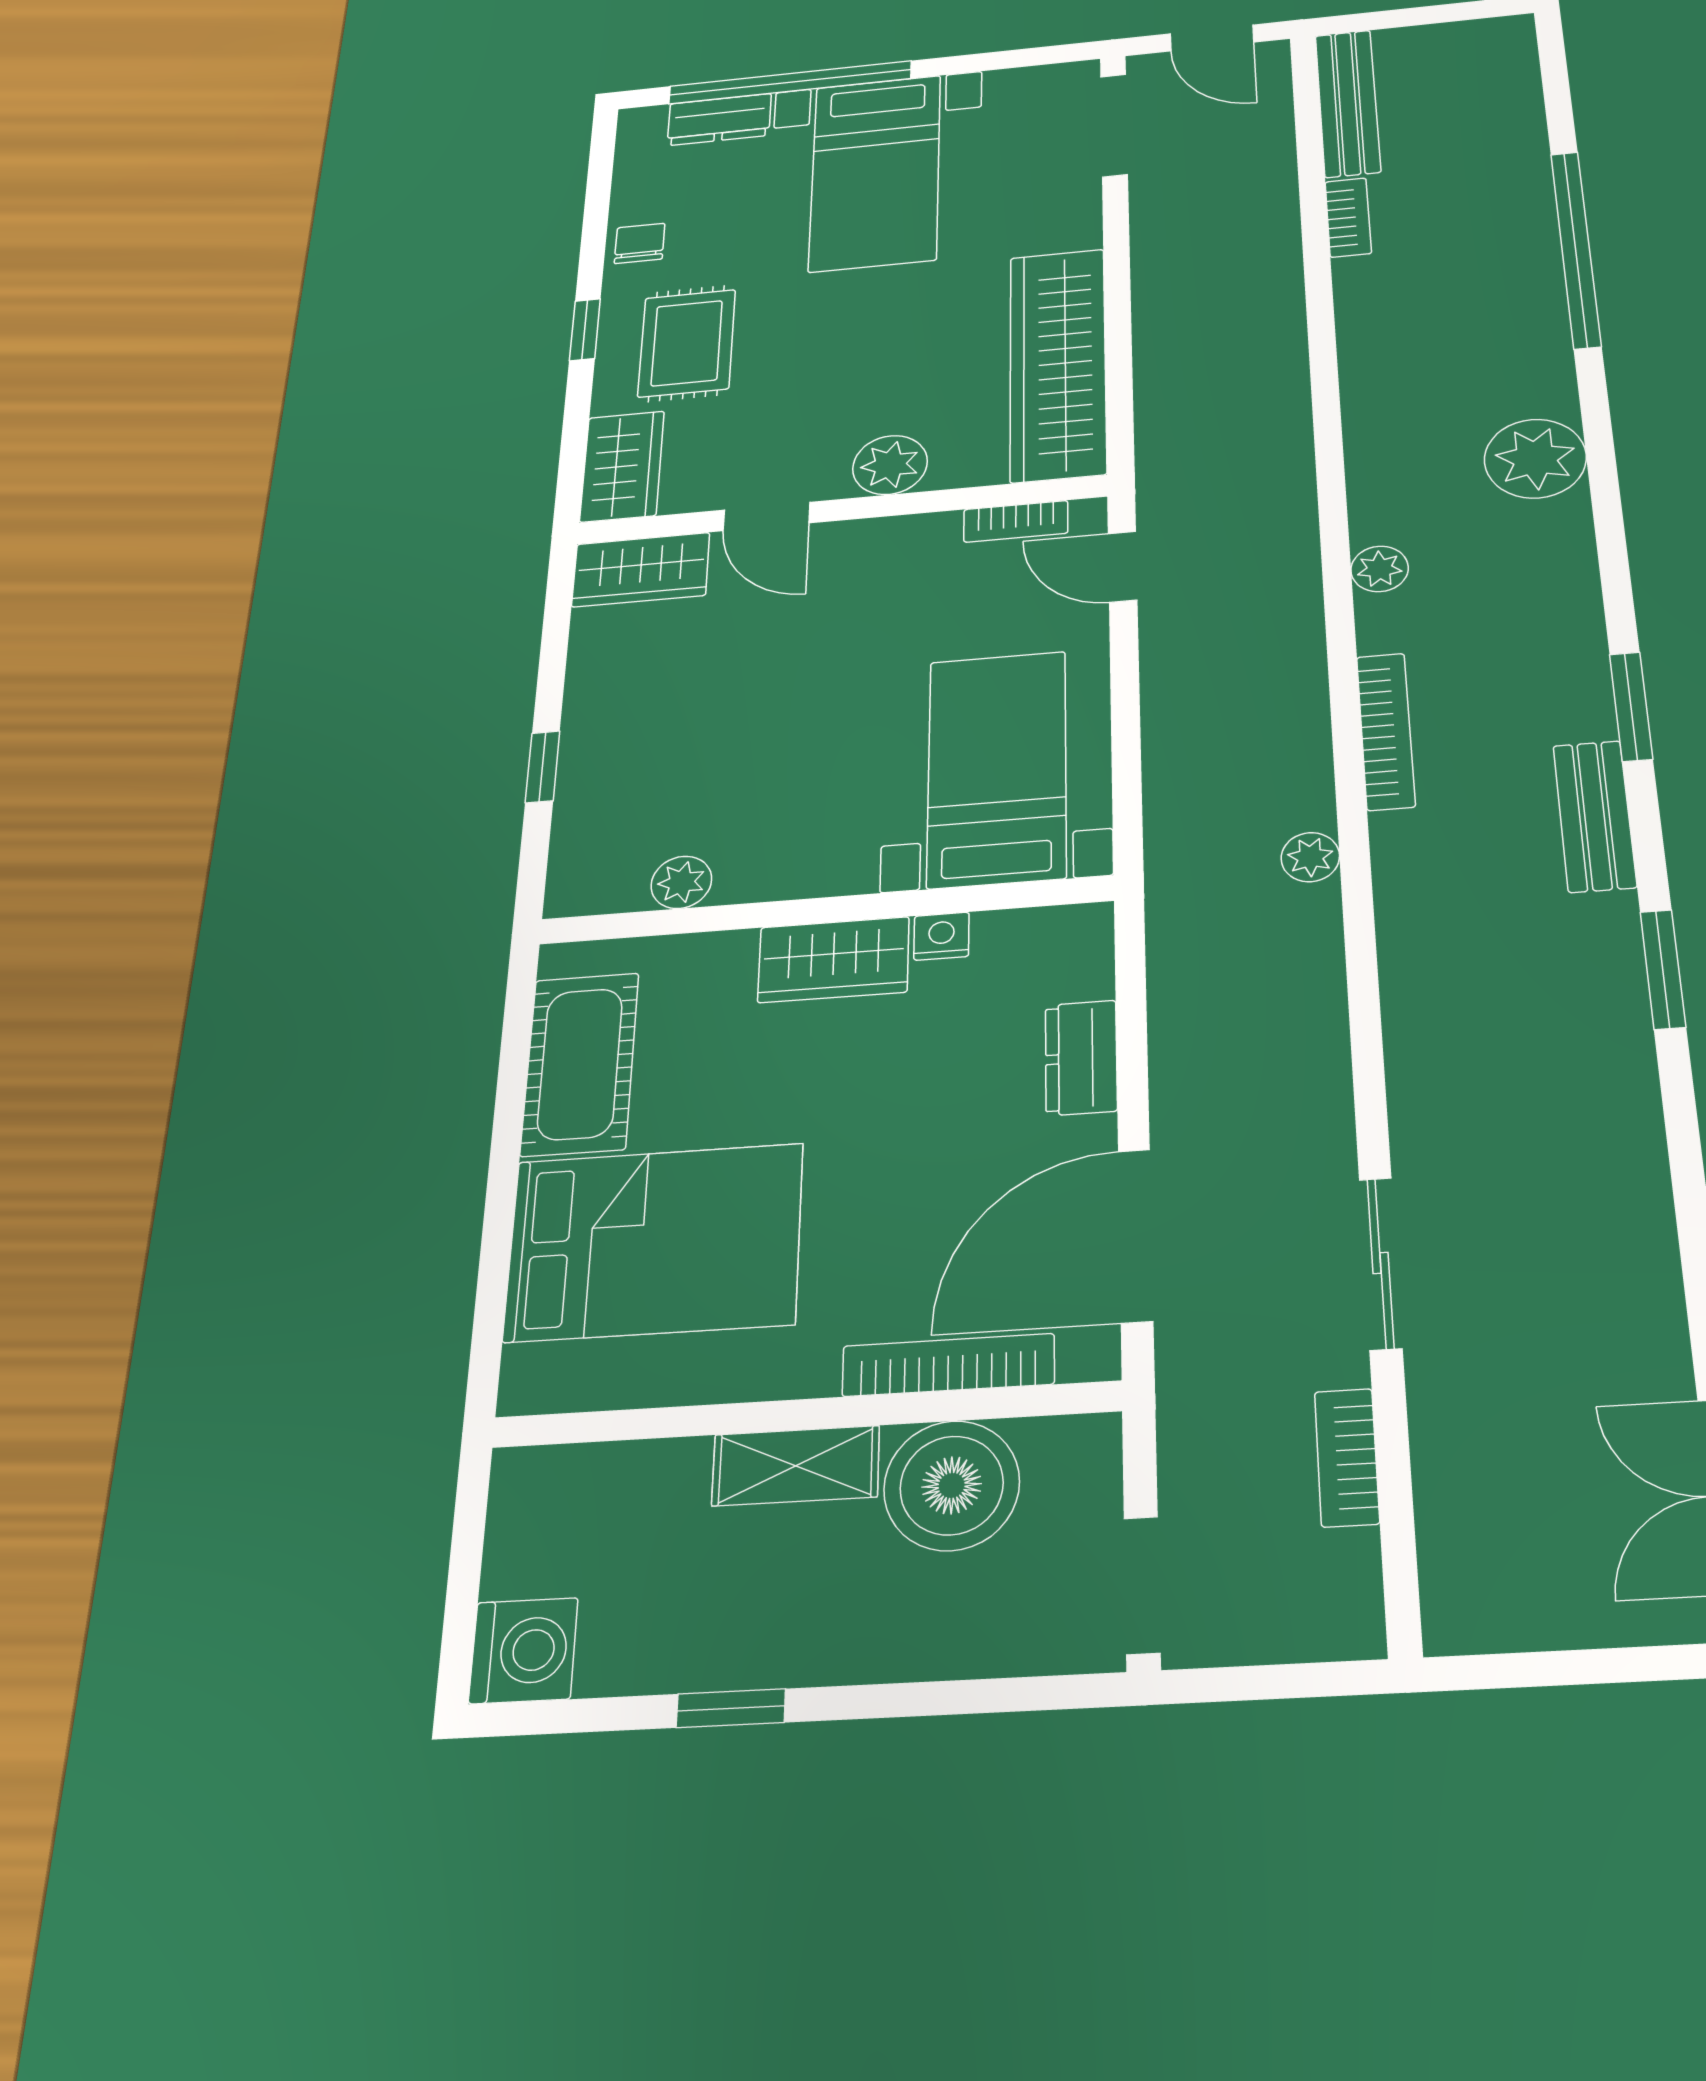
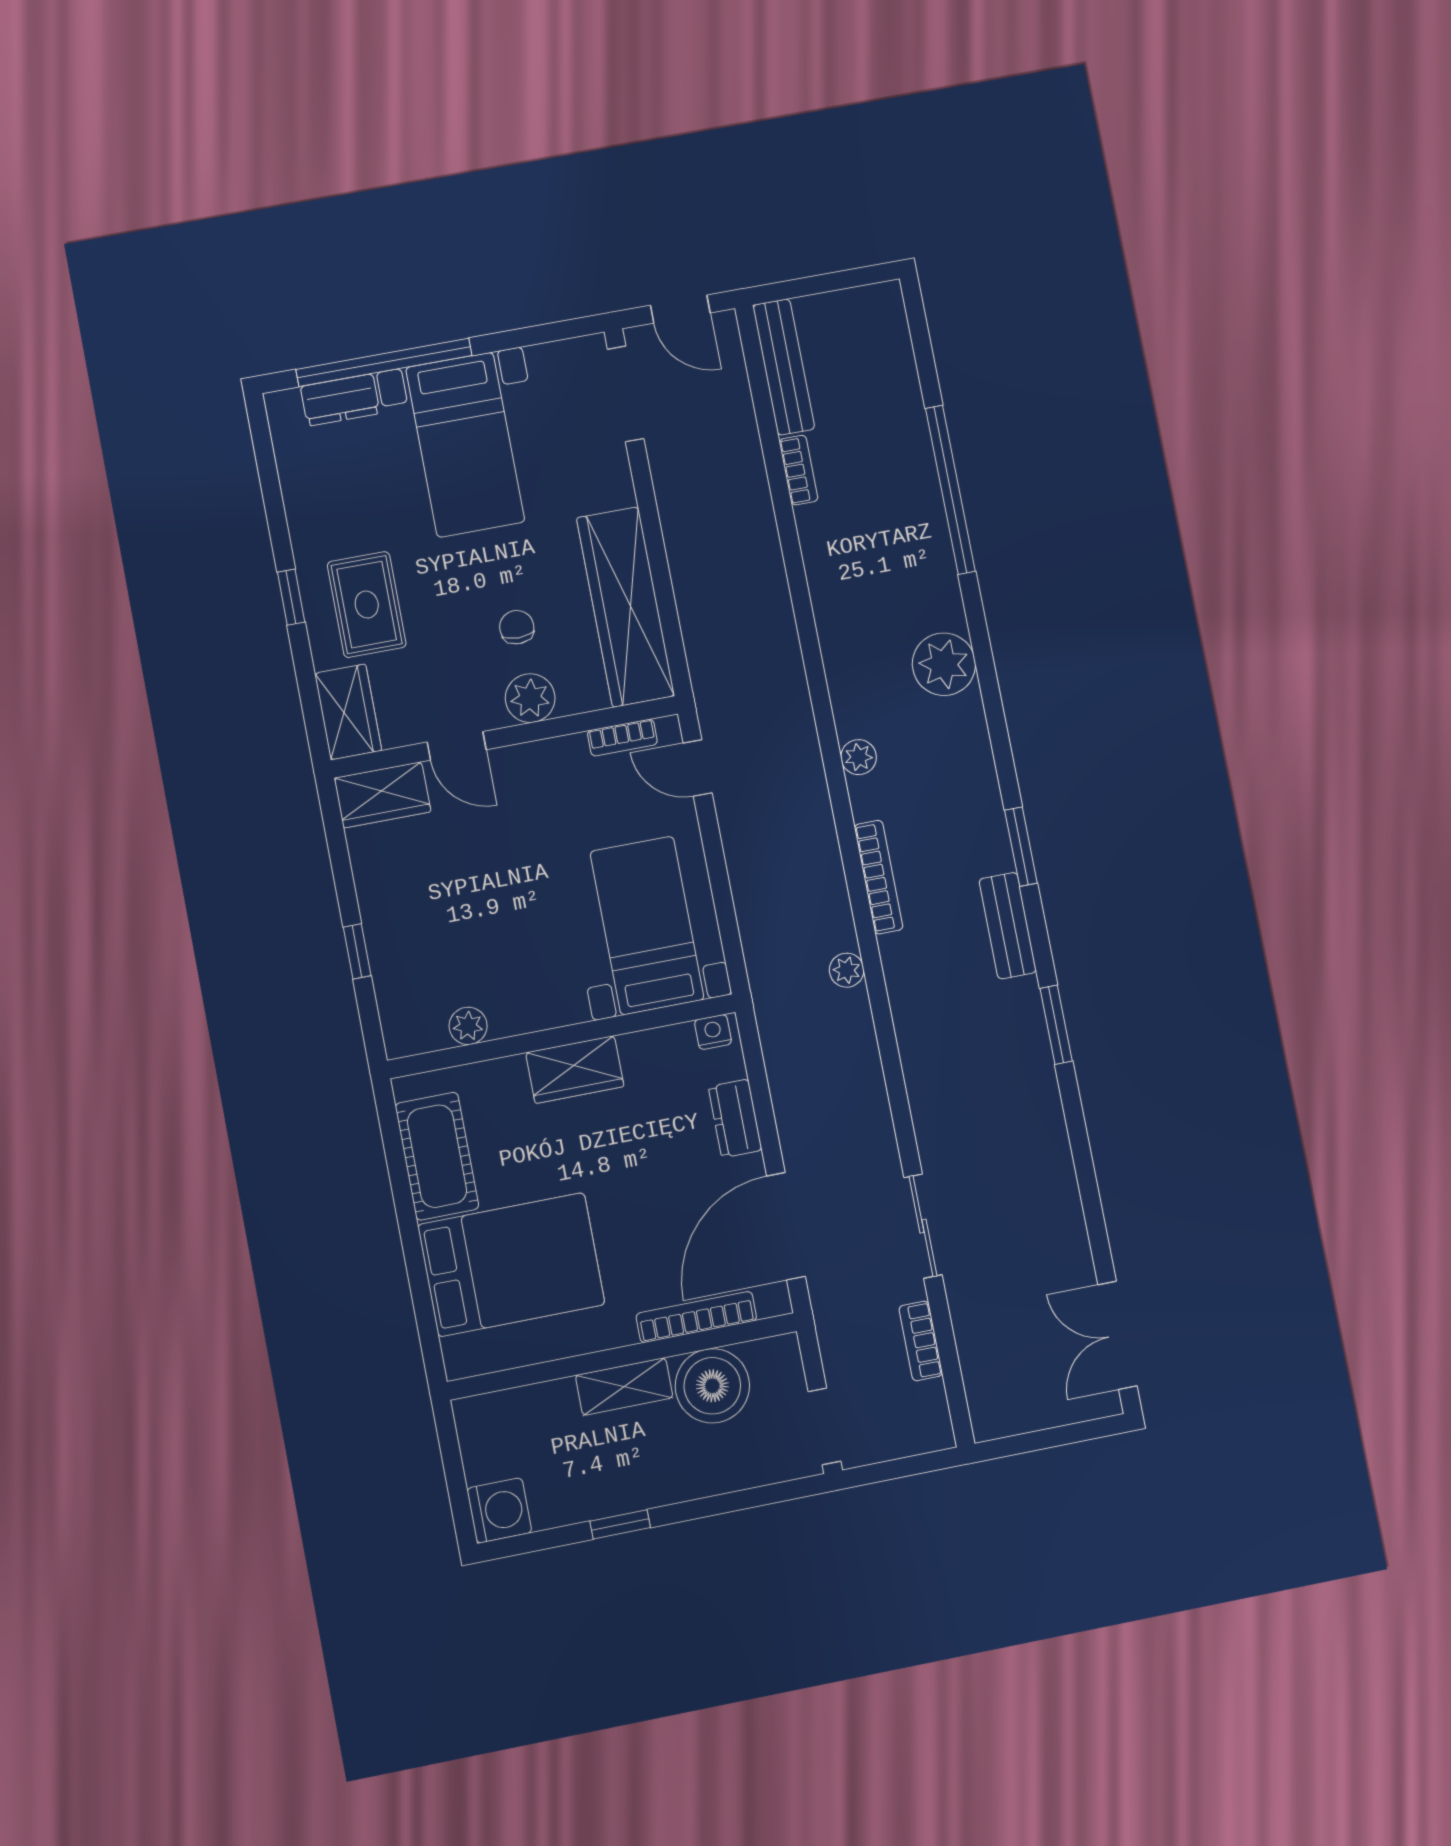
chair: (640, 243) -> (517, 627), moved
nightstand: (941, 936) -> (713, 1032), moved

